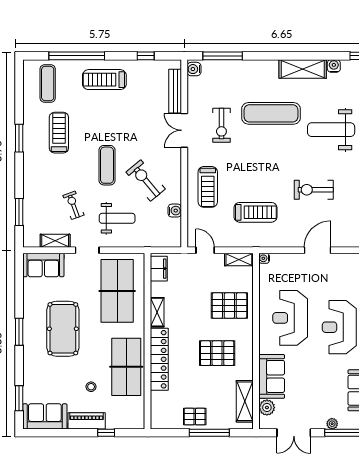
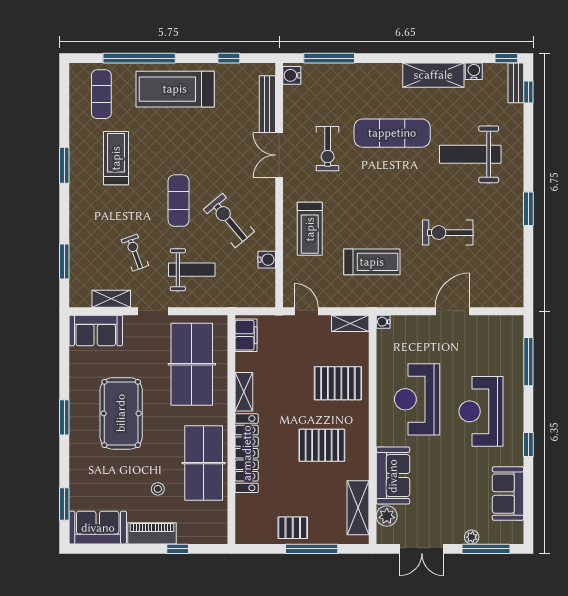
treadmill: (104, 80) -> (175, 89), width x1.37, depth x1.38

